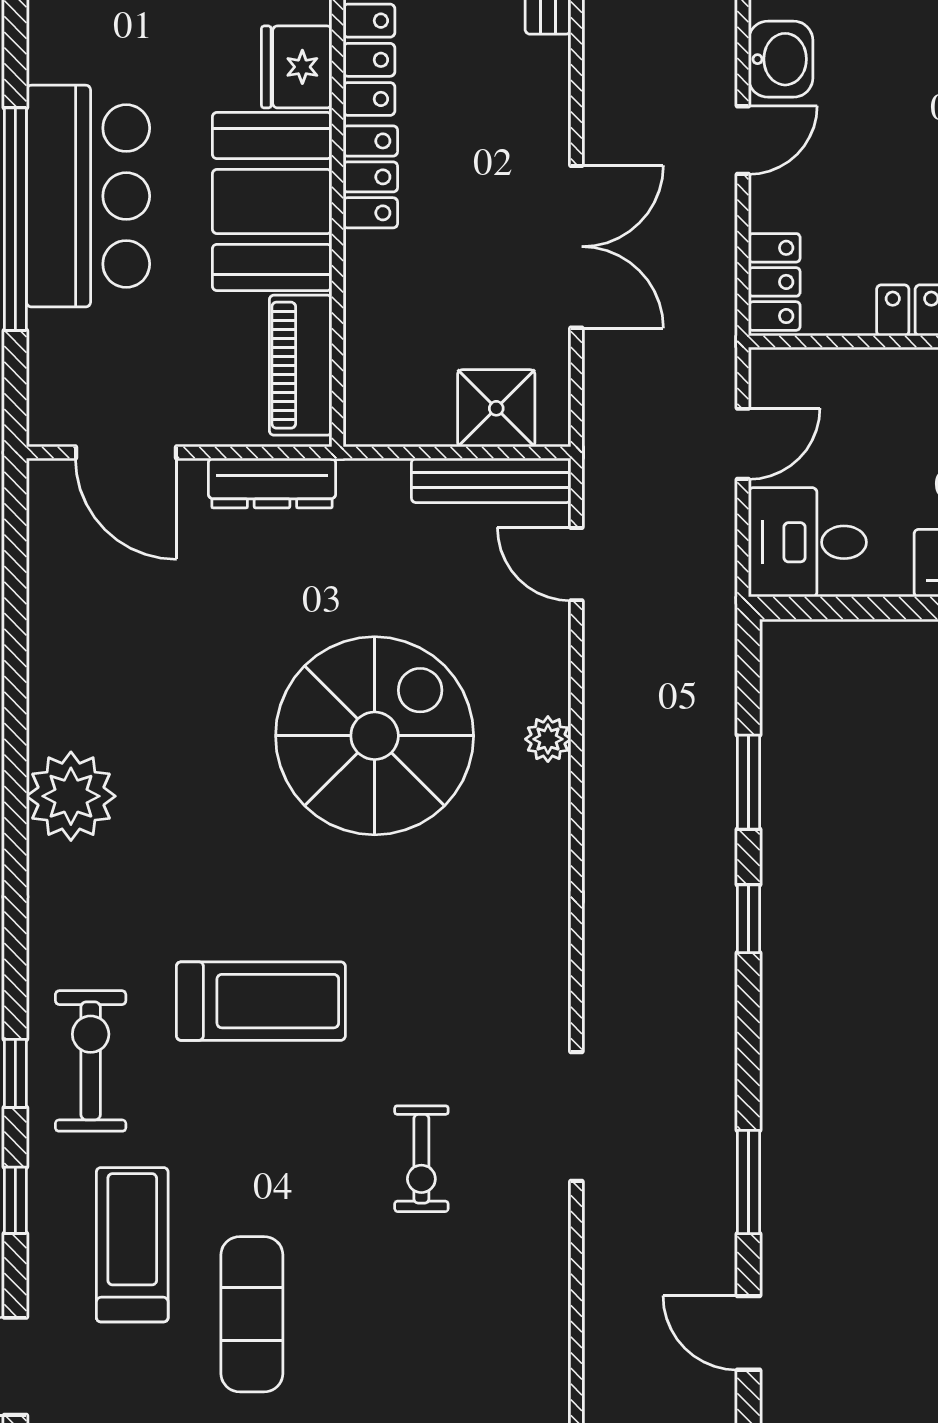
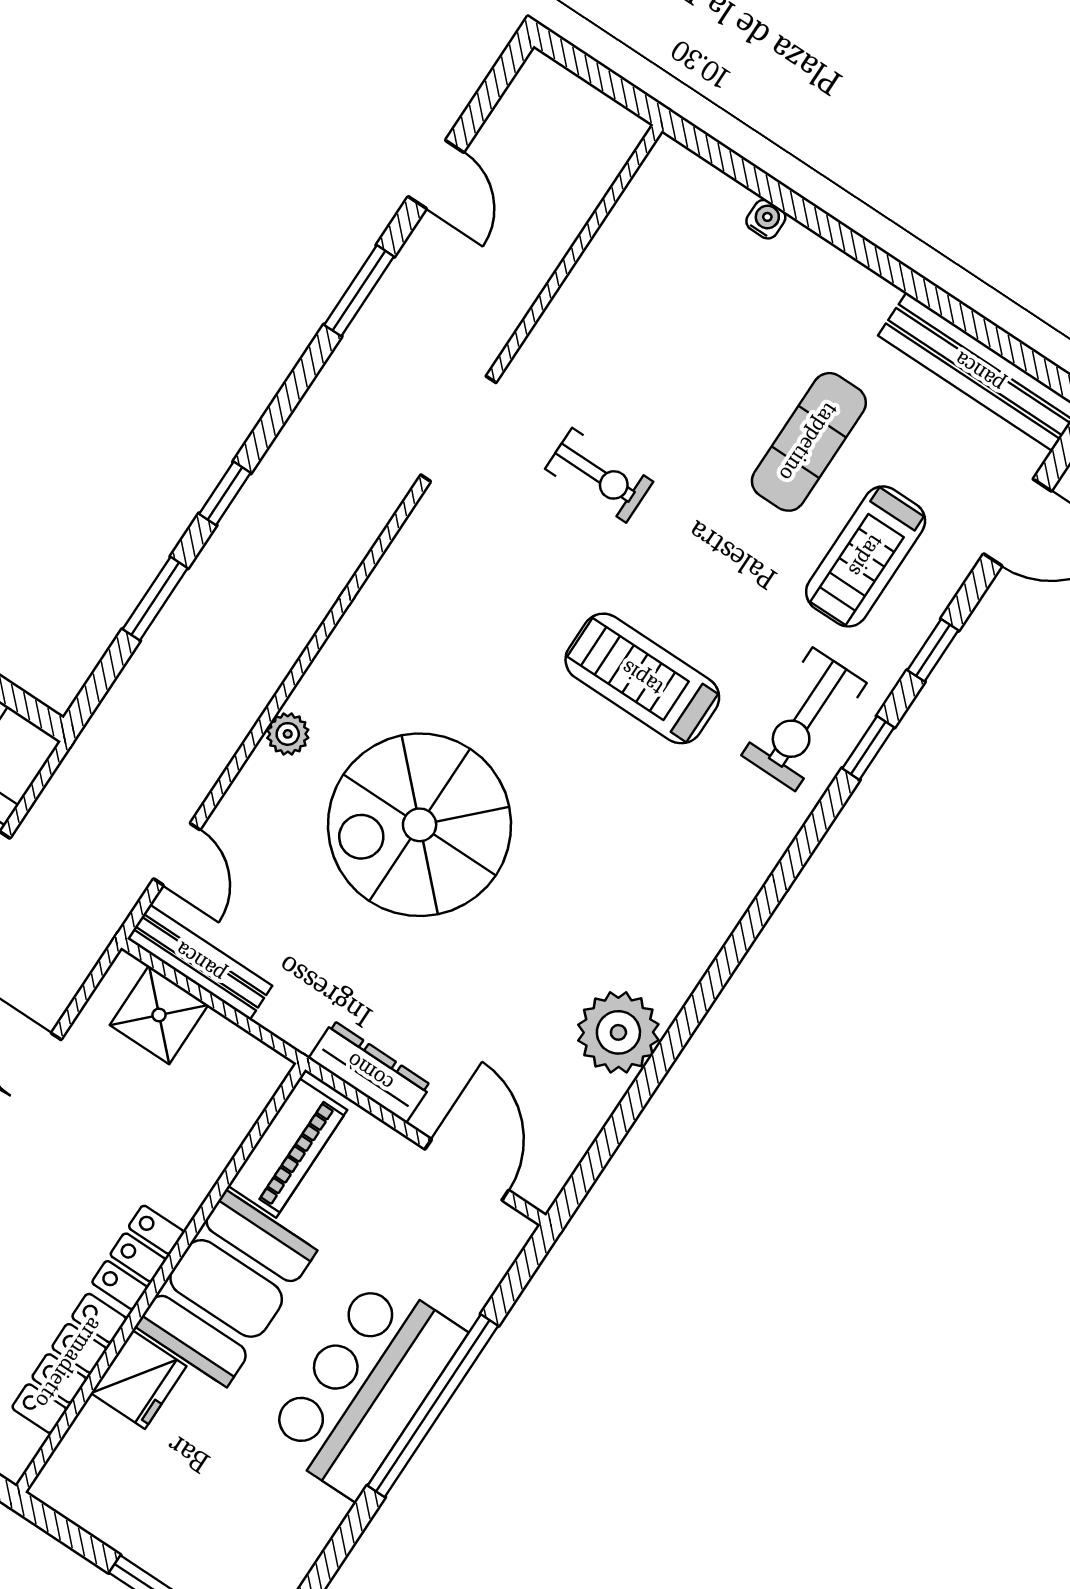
plant: (71, 796) -> (618, 1032), moved
exercise bike: (421, 1159) -> (599, 475), turned 90

